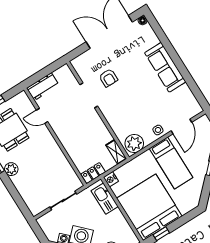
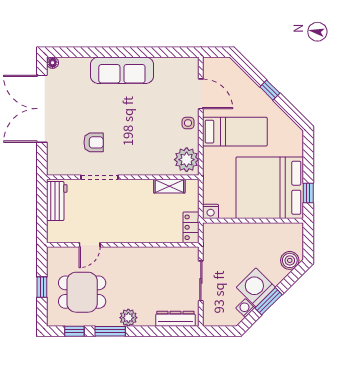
workbench: (43, 87) -> (57, 201), moved
shelving: (116, 152) -> (169, 186), moved
dresser: (29, 199) -> (175, 319), added
kitchen sink: (105, 199) -> (228, 232), removed

